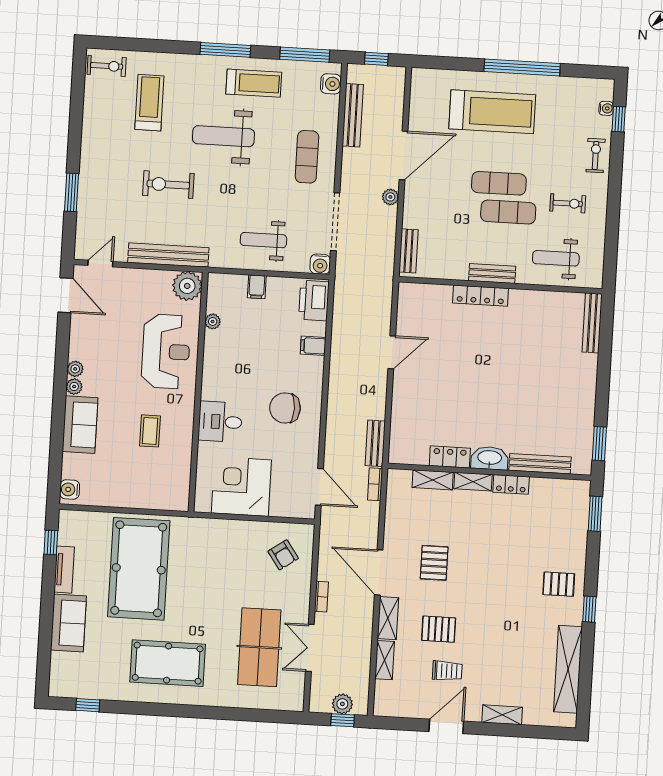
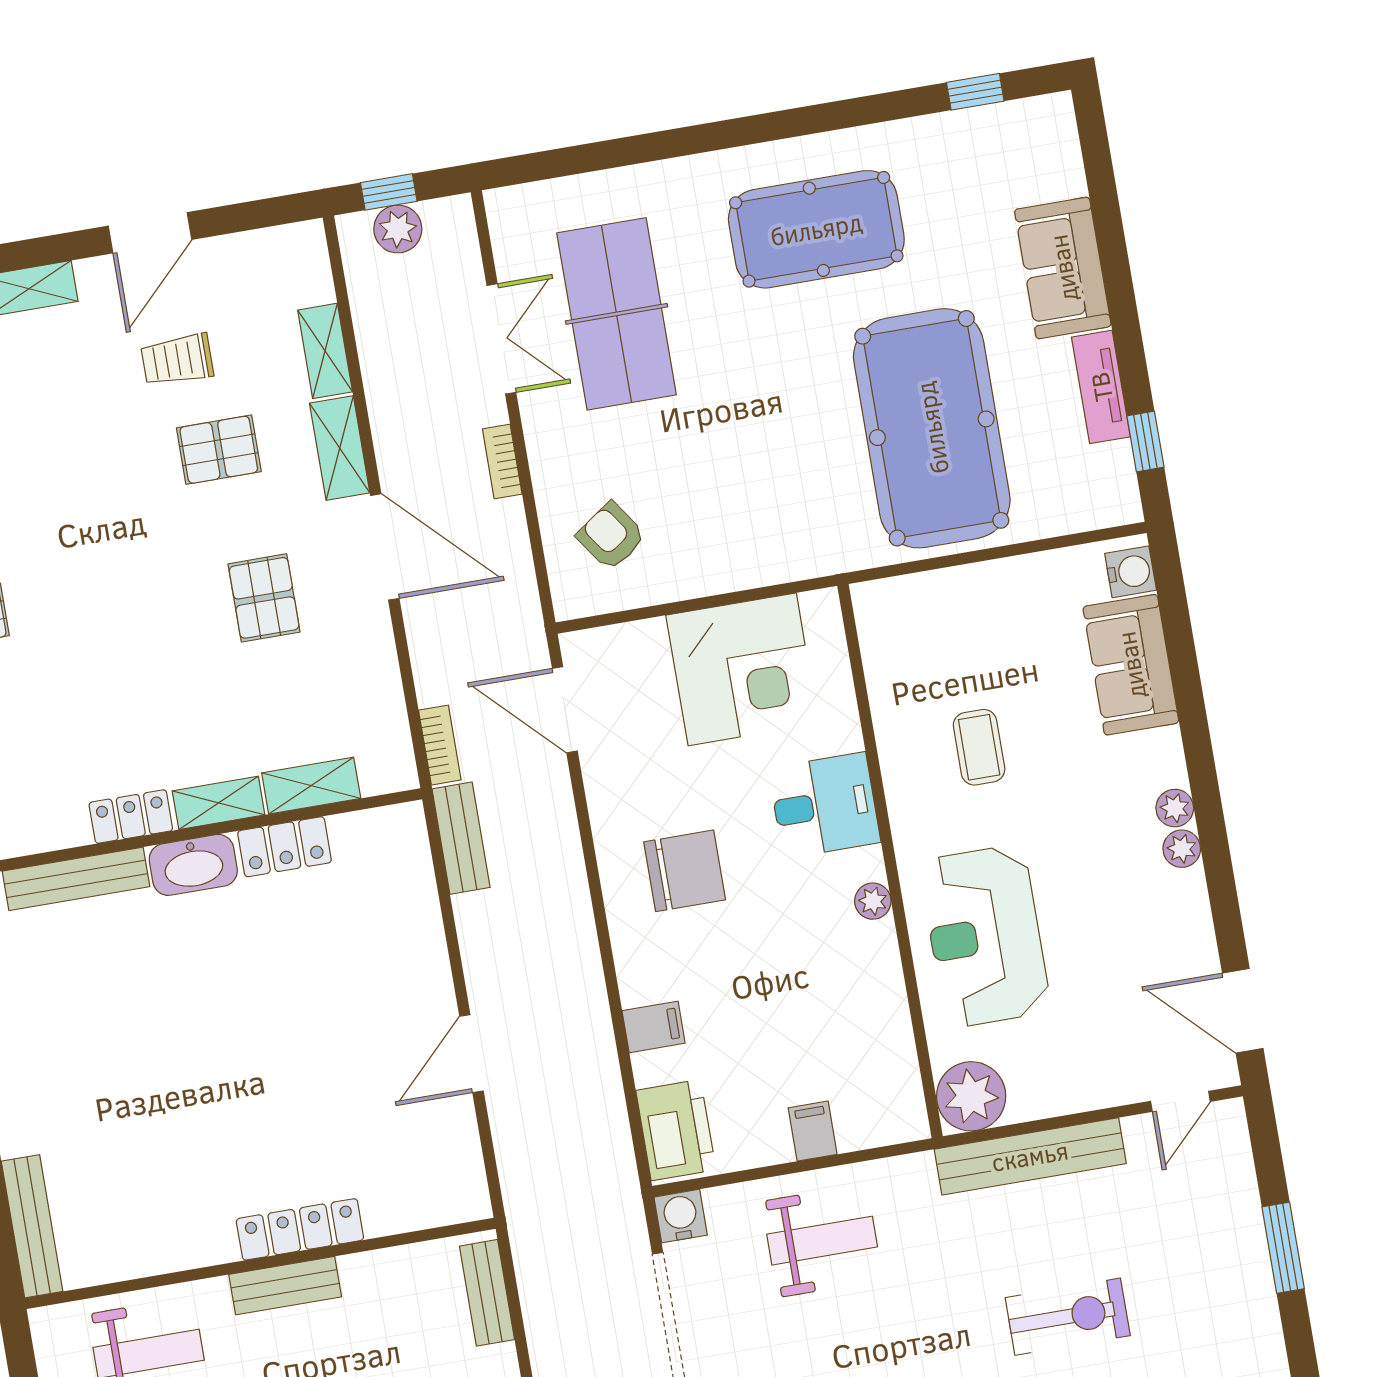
plant: (213, 321) -> (873, 901), moved
sofa: (80, 425) -> (1131, 665), moved

